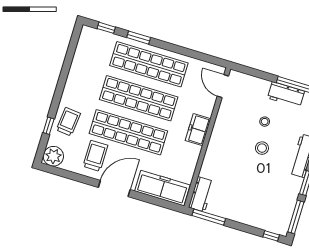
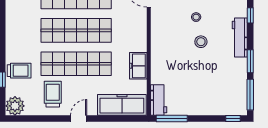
trolley: (68, 122) -> (19, 71), turned 84
freezer: (198, 130) -> (138, 66), moved
door: (114, 189) -> (79, 118), width x0.53

